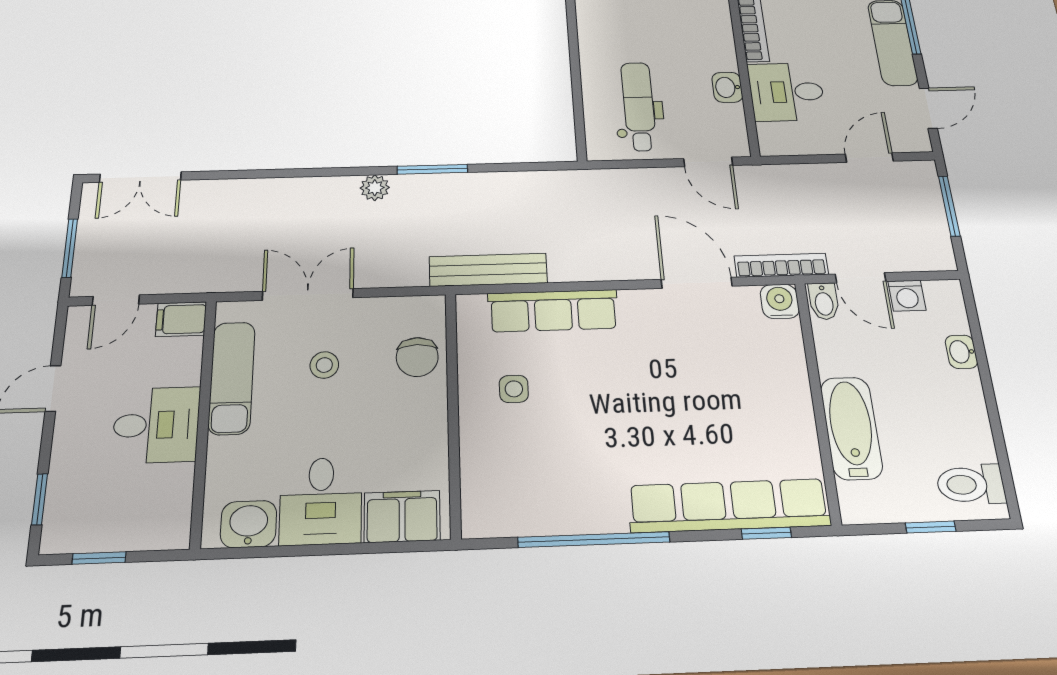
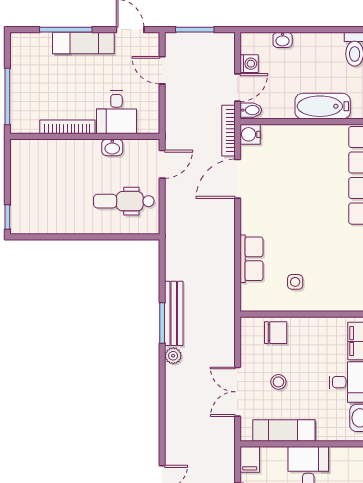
bench: (488, 270) -> (174, 313), moved
row of seats: (553, 311) -> (251, 259), width x0.68

